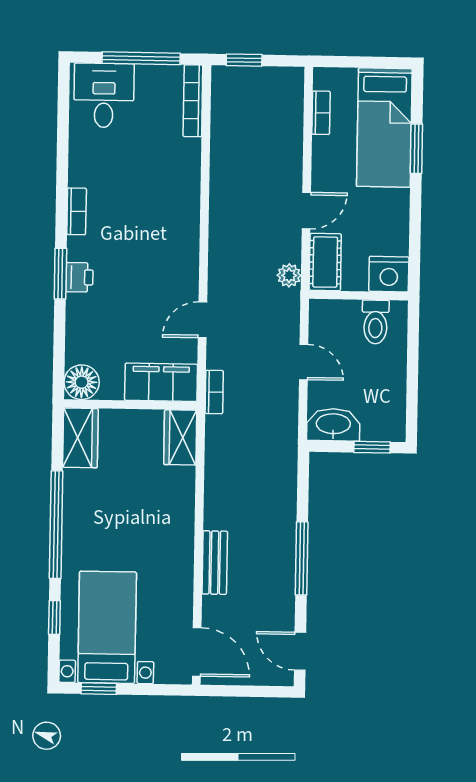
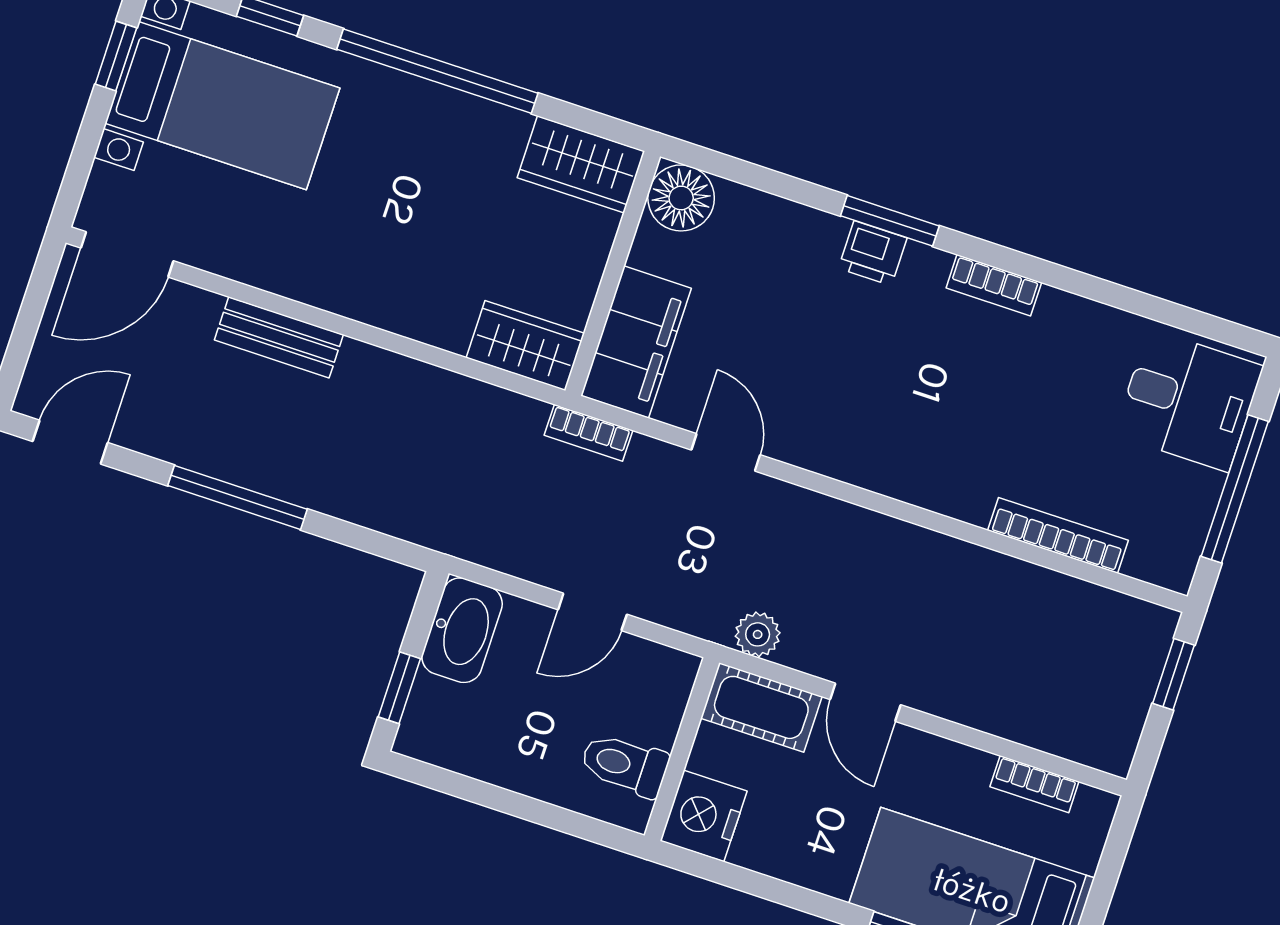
bookcase: (193, 101) -> (1058, 535), moved

